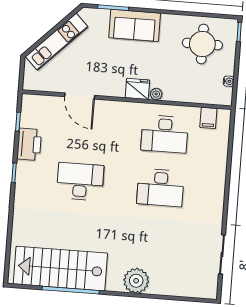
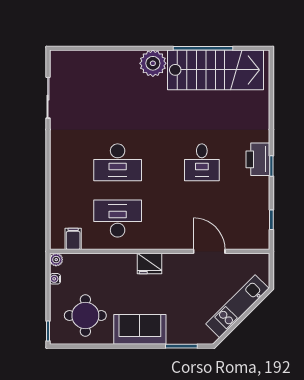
sofa: (135, 25) -> (140, 329), moved
plant: (156, 94) -> (56, 260), moved
printer: (29, 144) -> (258, 159), moved
desk: (80, 181) -> (202, 162), width x0.73
desk: (160, 188) -> (118, 162), turned 180
plant: (136, 281) -> (153, 63), moved

